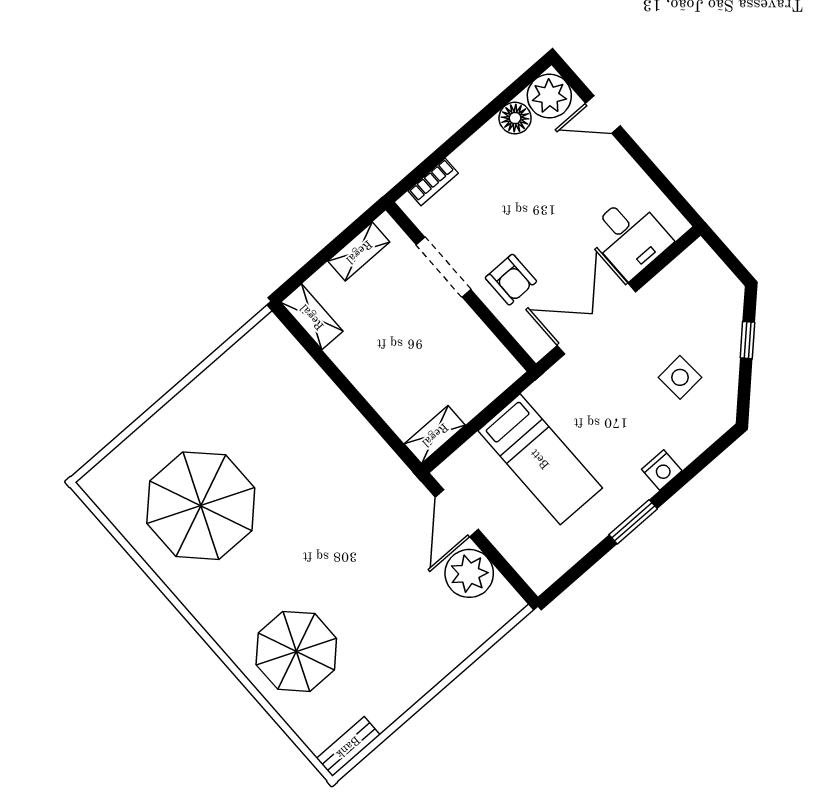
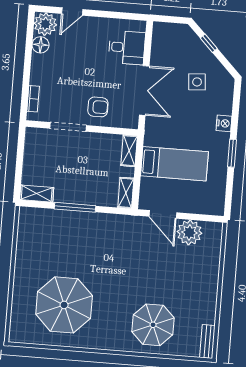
shelving: (359, 252) -> (129, 151), moved
double door: (596, 319) -> (144, 90), swing flipped
window: (346, 387) -> (75, 207), added

